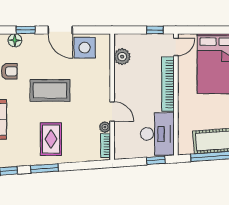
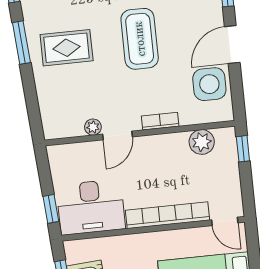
window: (155, 30) -> (243, 149), moved
bookcase: (106, 146) -> (160, 121), moved

